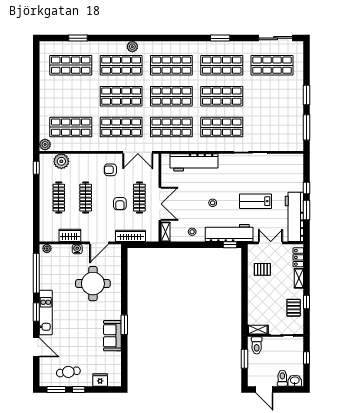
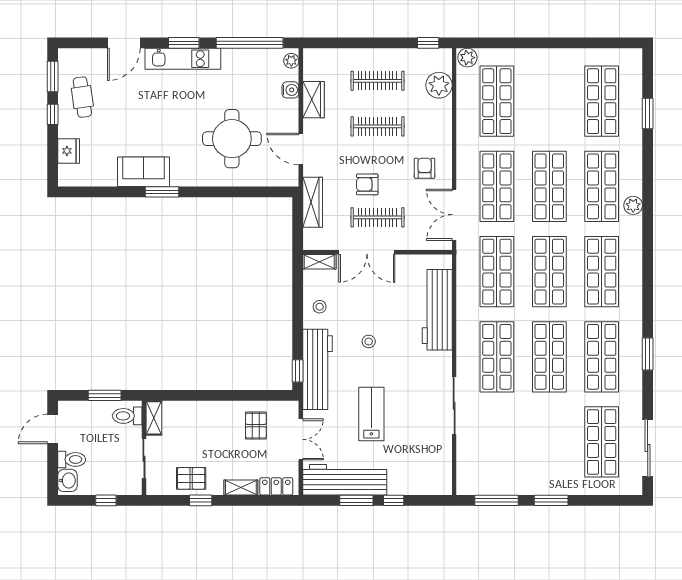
water cooler: (77, 249) -> (290, 90), moved

